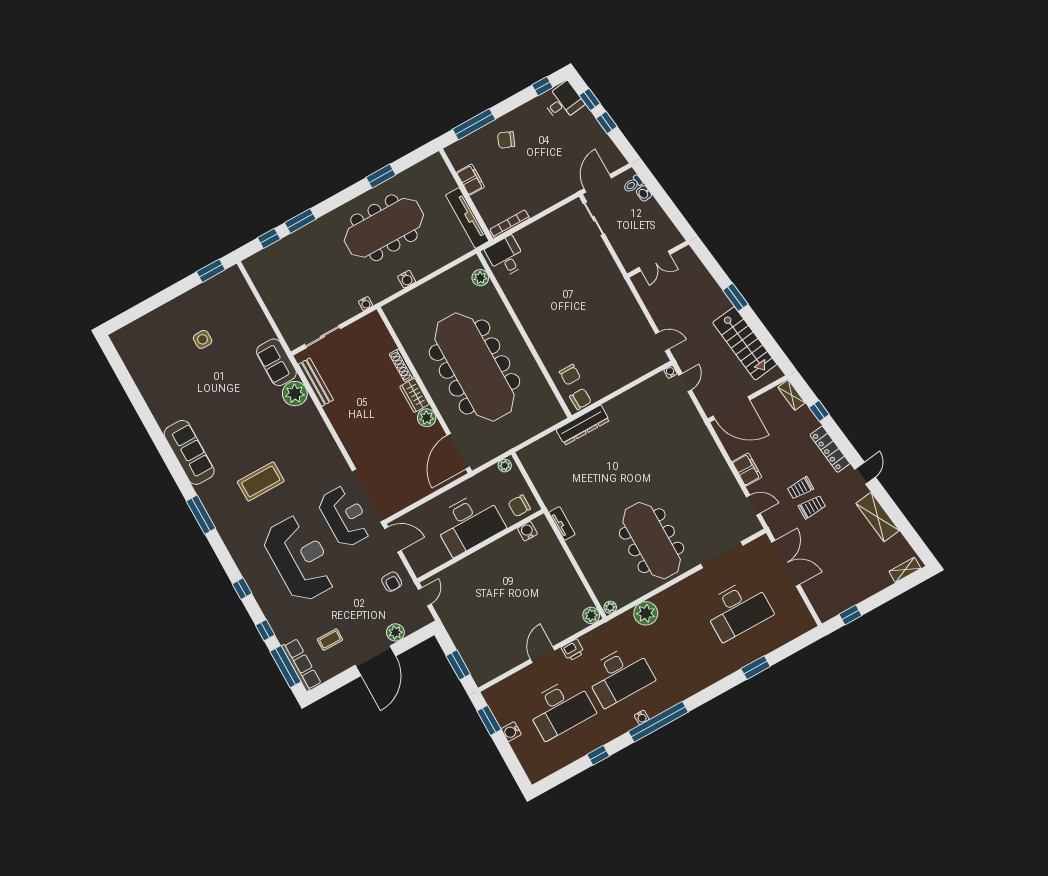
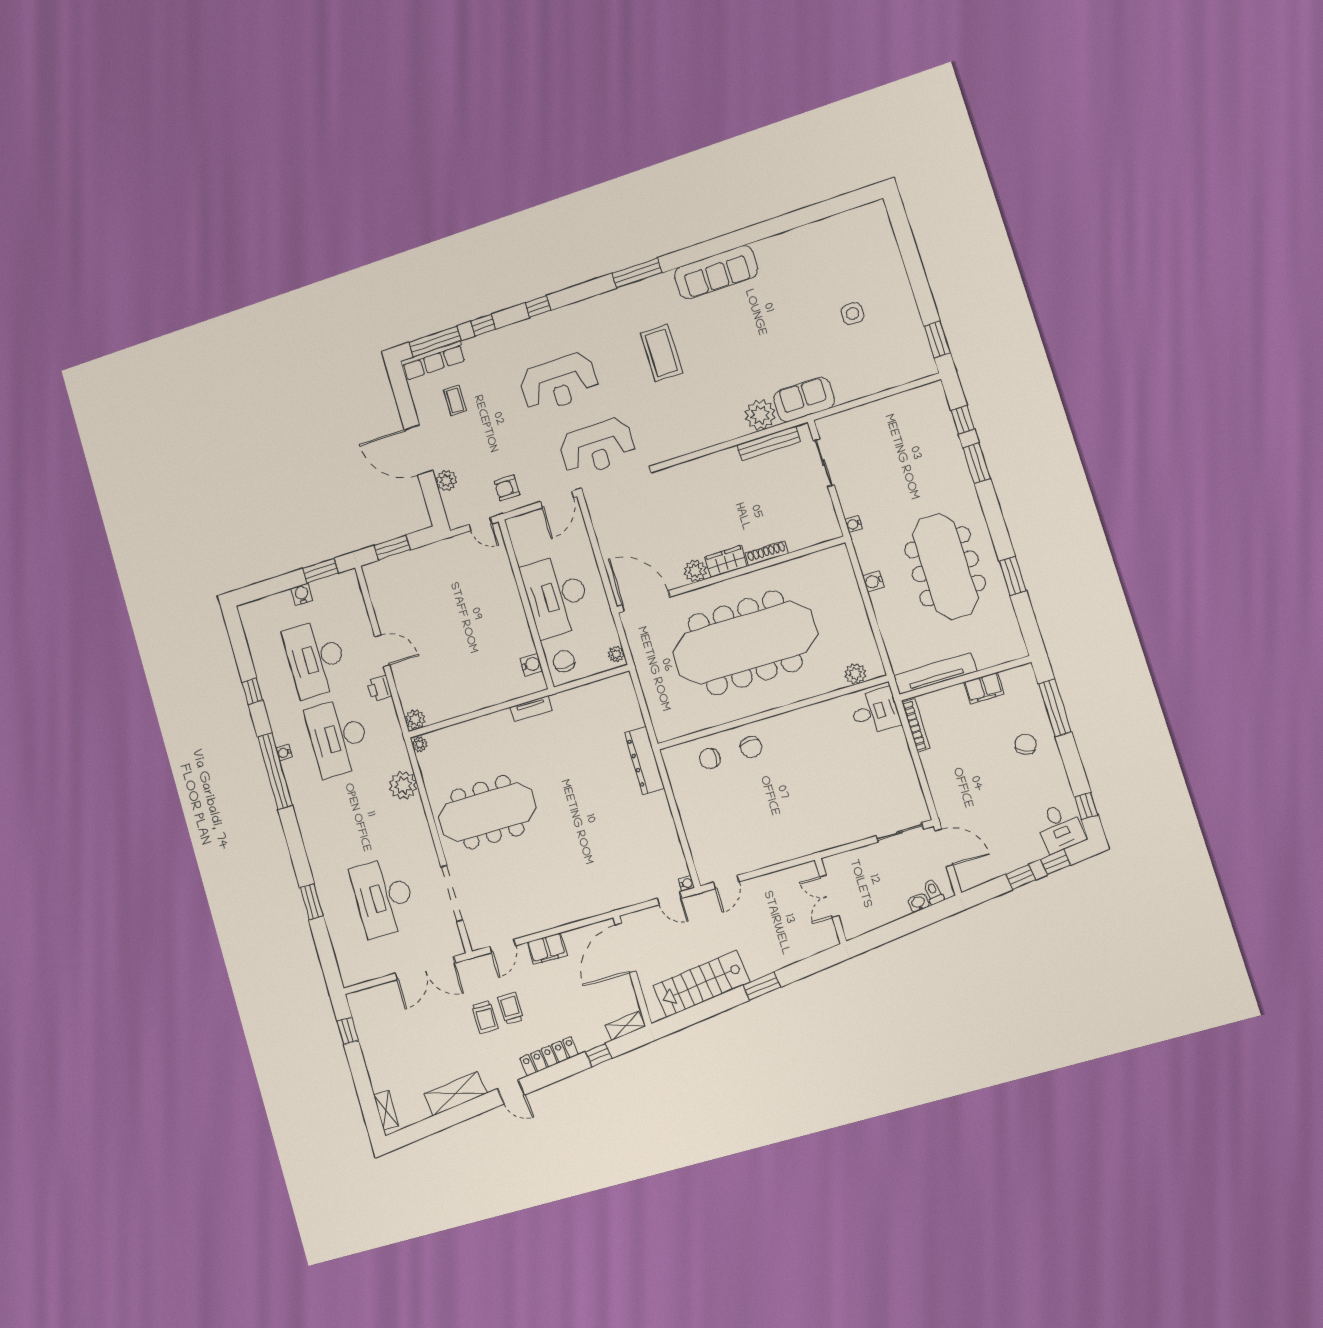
chair: (580, 399) -> (751, 747), moved
reception desk: (300, 558) -> (559, 383), width x0.74, depth x0.77

